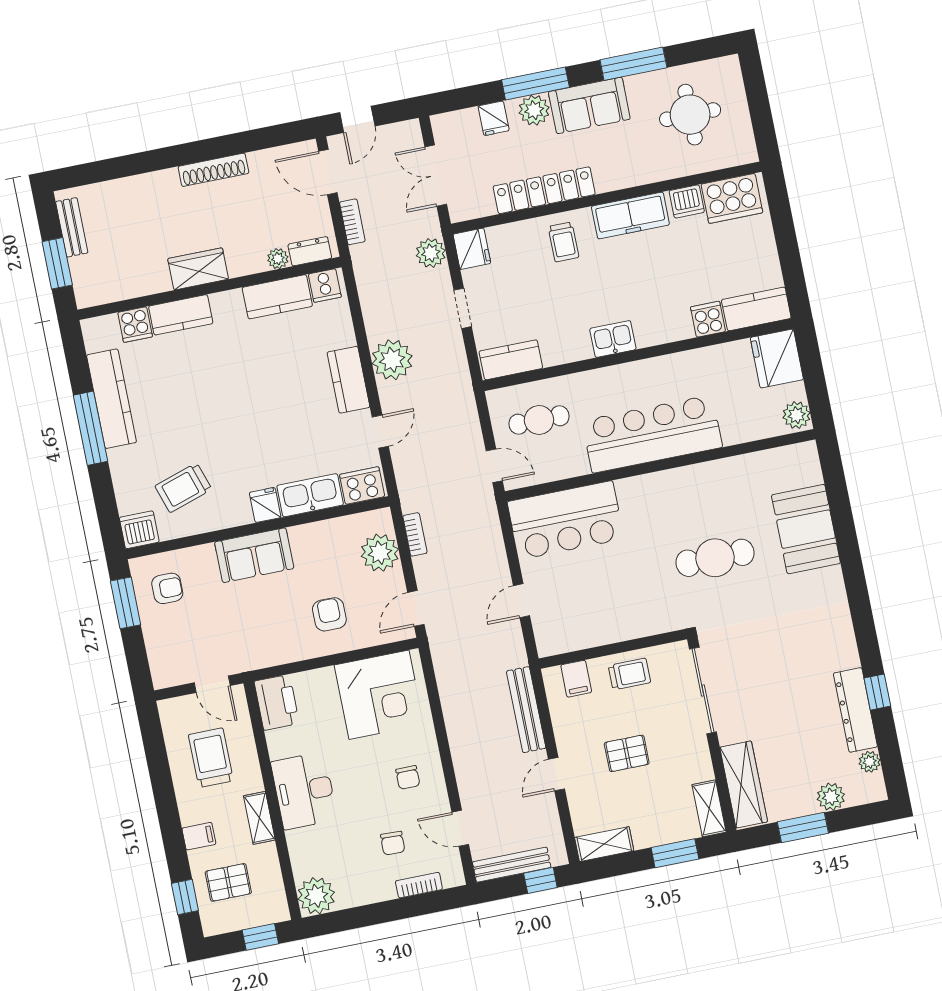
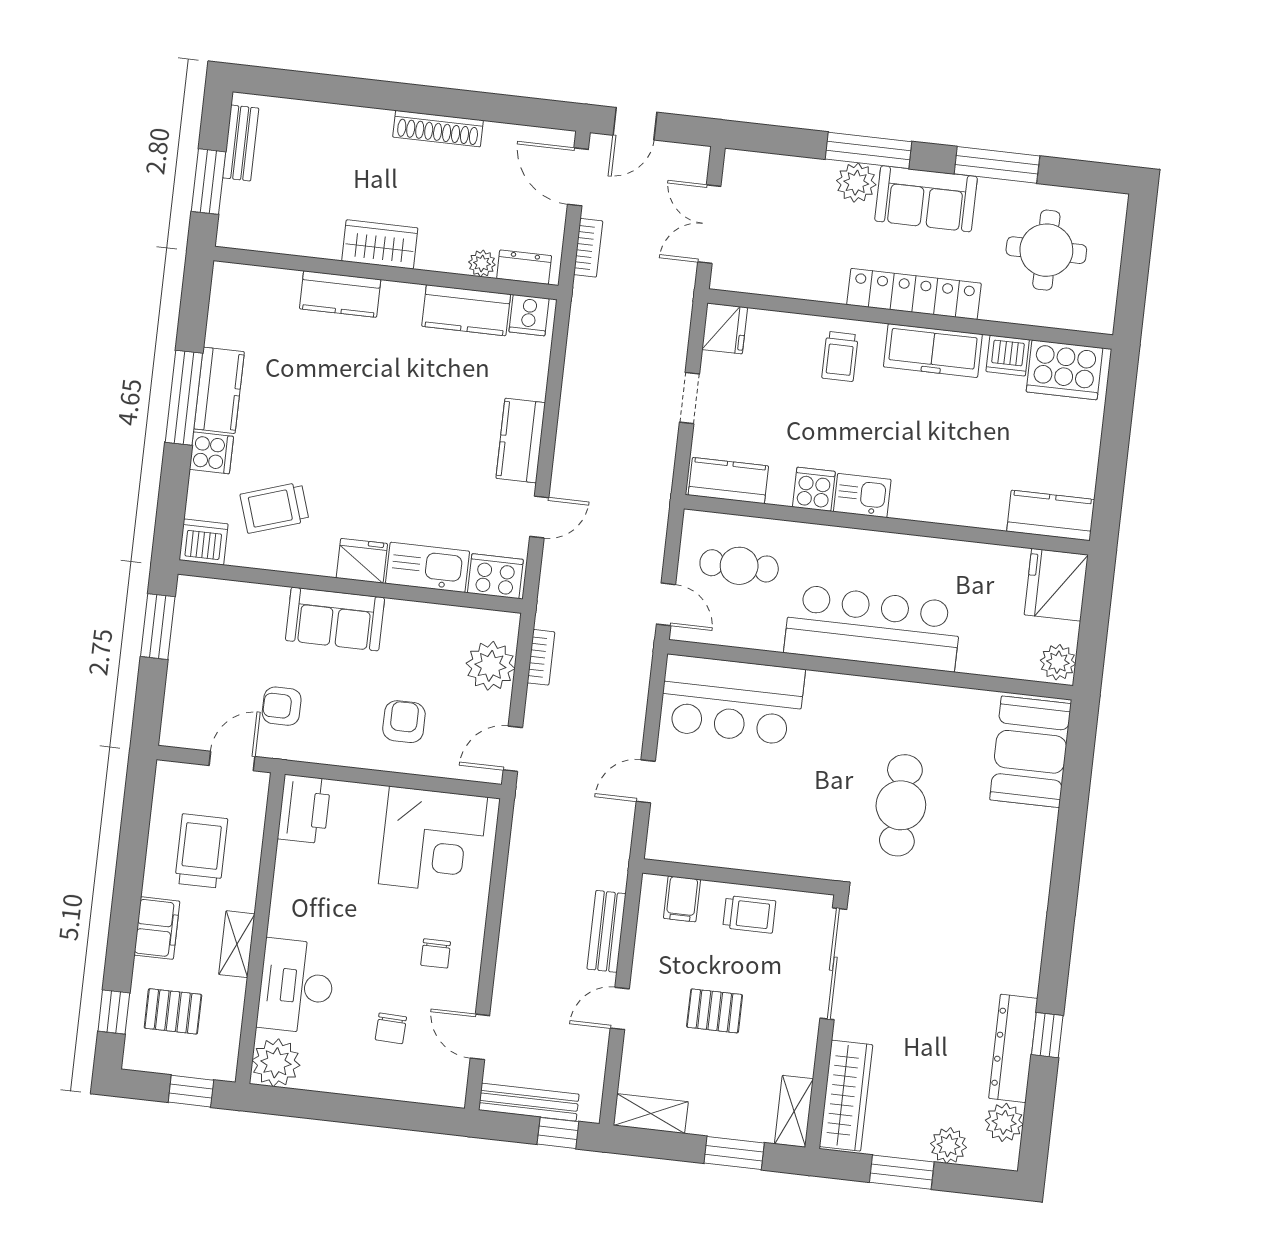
fridge: (494, 118) -> (803, 177), removed
locker: (544, 190) -> (914, 294), moved
plant: (431, 253) -> (672, 317), removed
cooker: (708, 319) -> (814, 489), moved
cooker: (135, 325) -> (211, 453), moved, turned -90
plant: (392, 360) -> (582, 433), removed
kitchen counter: (111, 399) -> (219, 390), width x0.67
fridge: (265, 505) -> (362, 561), width x1.38
booth: (806, 529) -> (1030, 752), moved
cafe table: (715, 558) -> (901, 805), turned 90
armchair: (167, 588) -> (282, 706), moved, turned 180
door: (212, 684) -> (232, 761), swing flipped
bench: (526, 710) -> (607, 931), width x0.73
plant: (870, 762) -> (1004, 1122), width x1.38, depth x1.38
desk: (304, 791) -> (296, 986), moved
filing cabinet: (199, 836) -> (157, 928), width x2.00
bookcase: (419, 885) -> (407, 1090), removed

